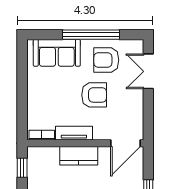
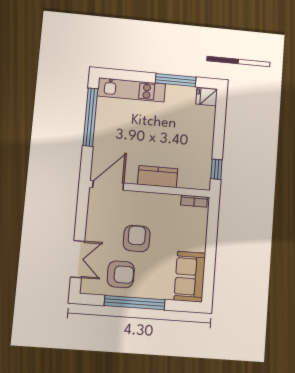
sofa: (57, 53) -> (190, 277), moved, turned -90
armchair: (94, 95) -> (137, 238), turned 90
tv unit: (74, 133) -> (161, 200), removed

